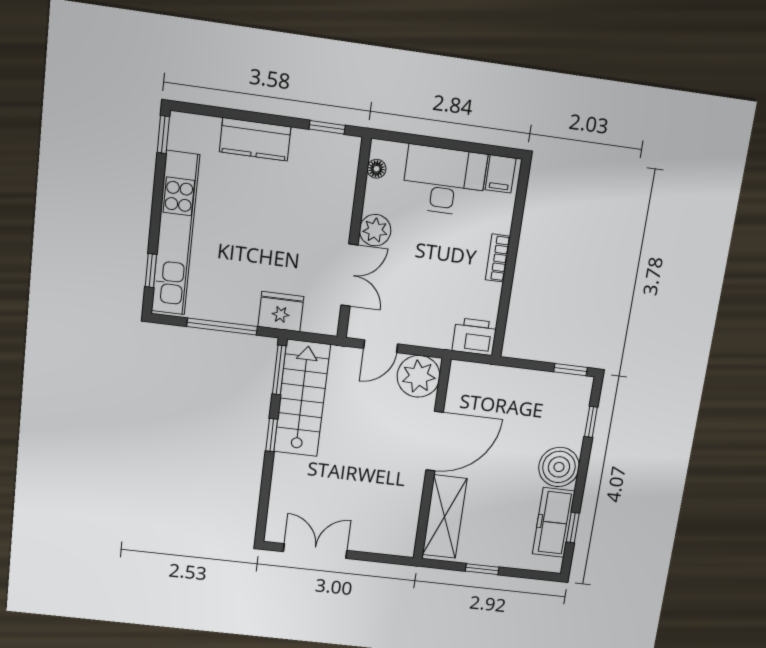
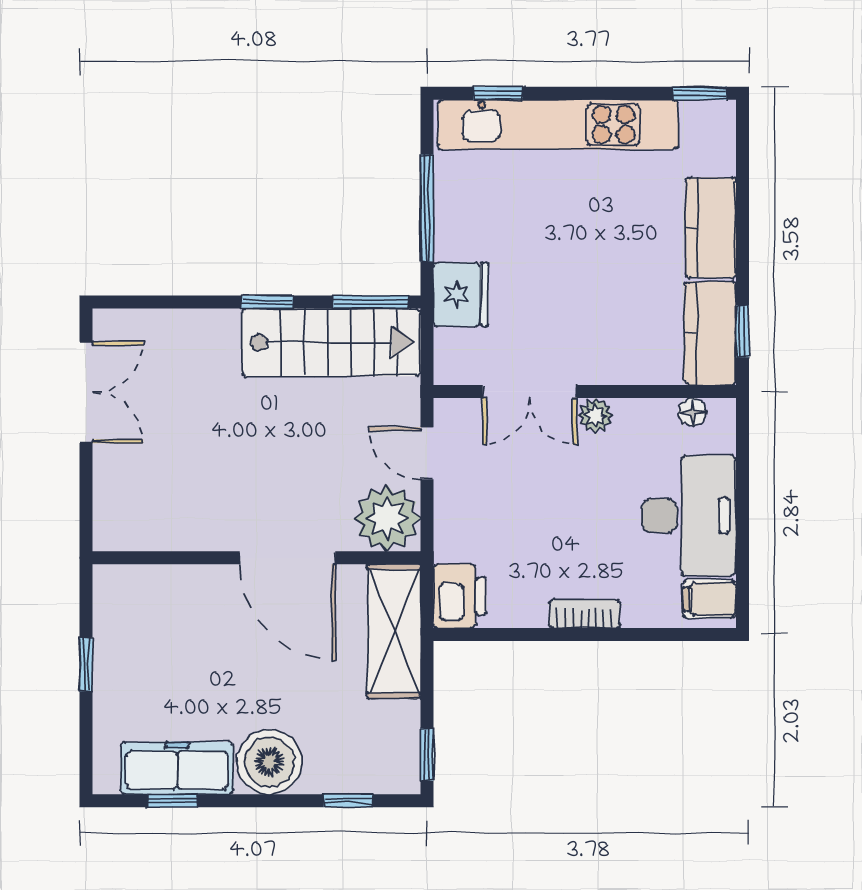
kitchen counter: (326, 150) -> (710, 333), added
plant: (375, 230) -> (595, 415), width x0.73, depth x0.73
shelving: (445, 517) -> (394, 631), moved, turned 90

